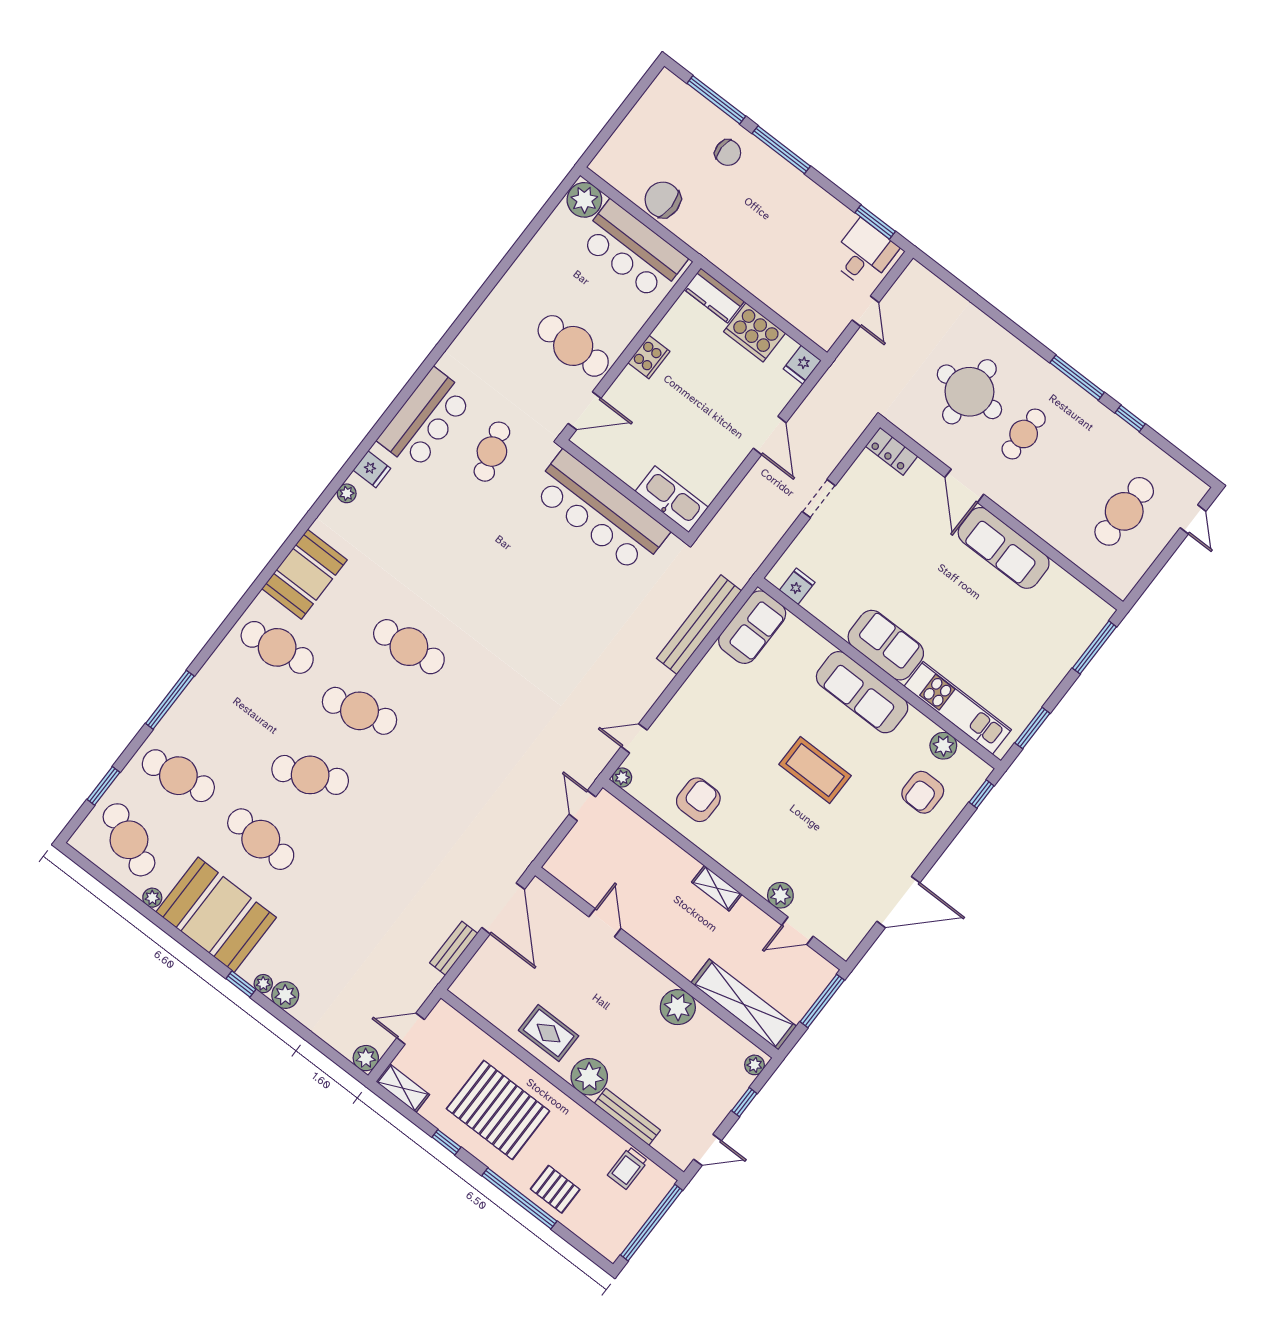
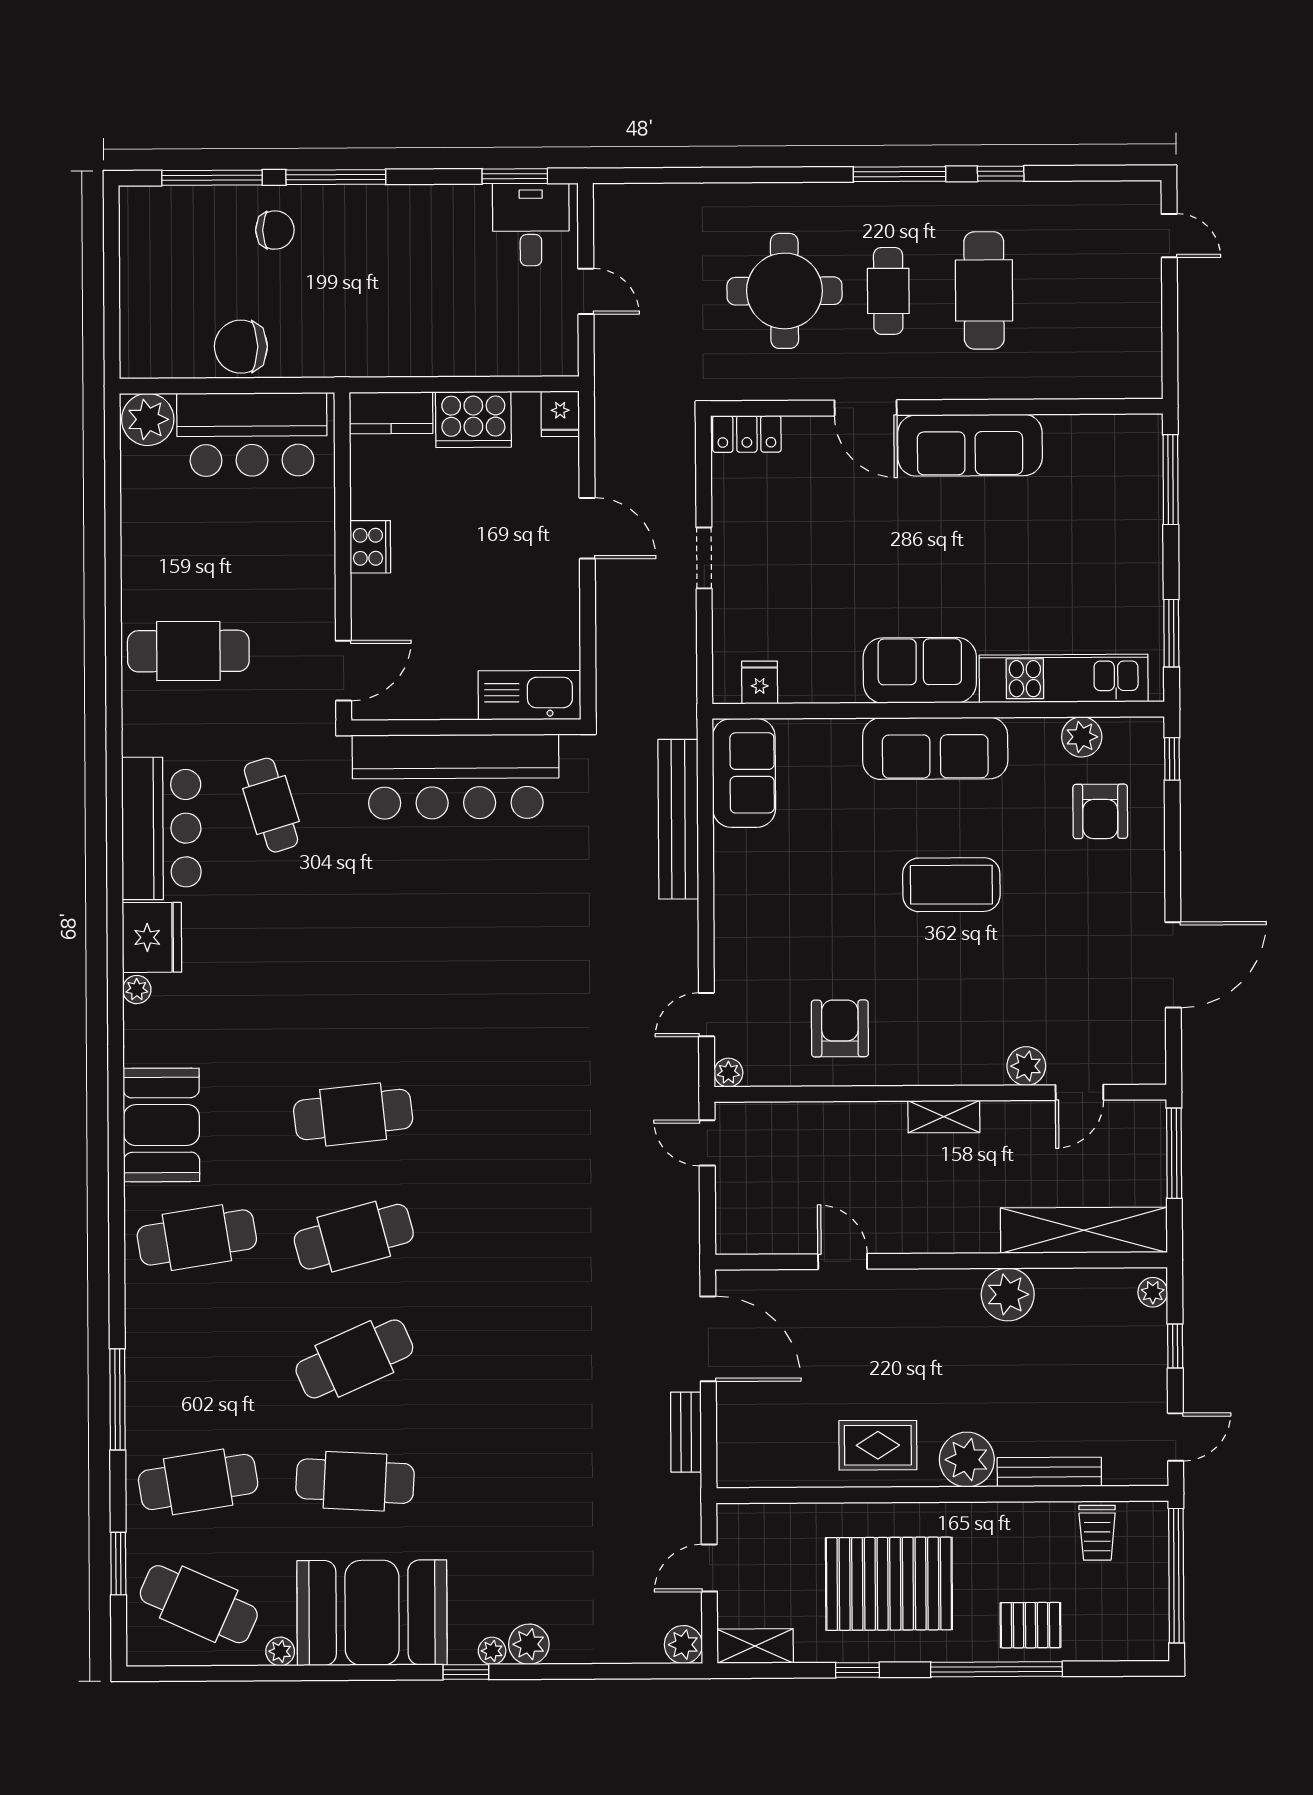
cafe table: (573, 346) -> (188, 651), moved
fridge: (372, 469) -> (152, 937), width x1.88, depth x1.34
cafe table: (1124, 511) -> (984, 290), moved

